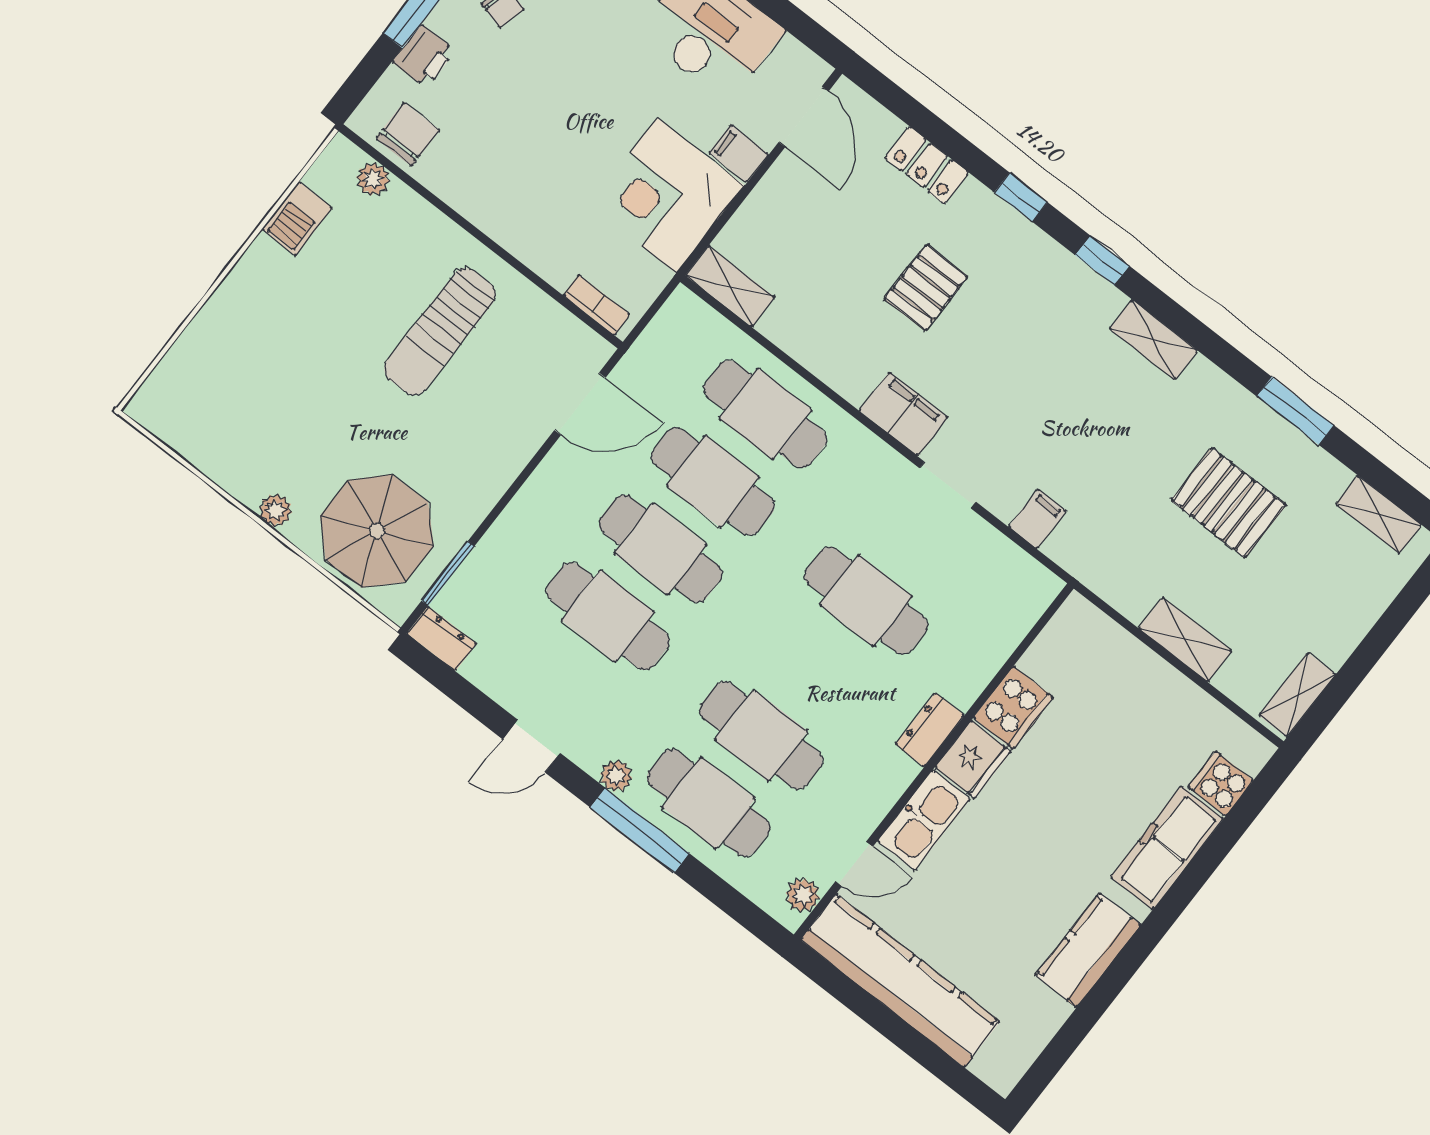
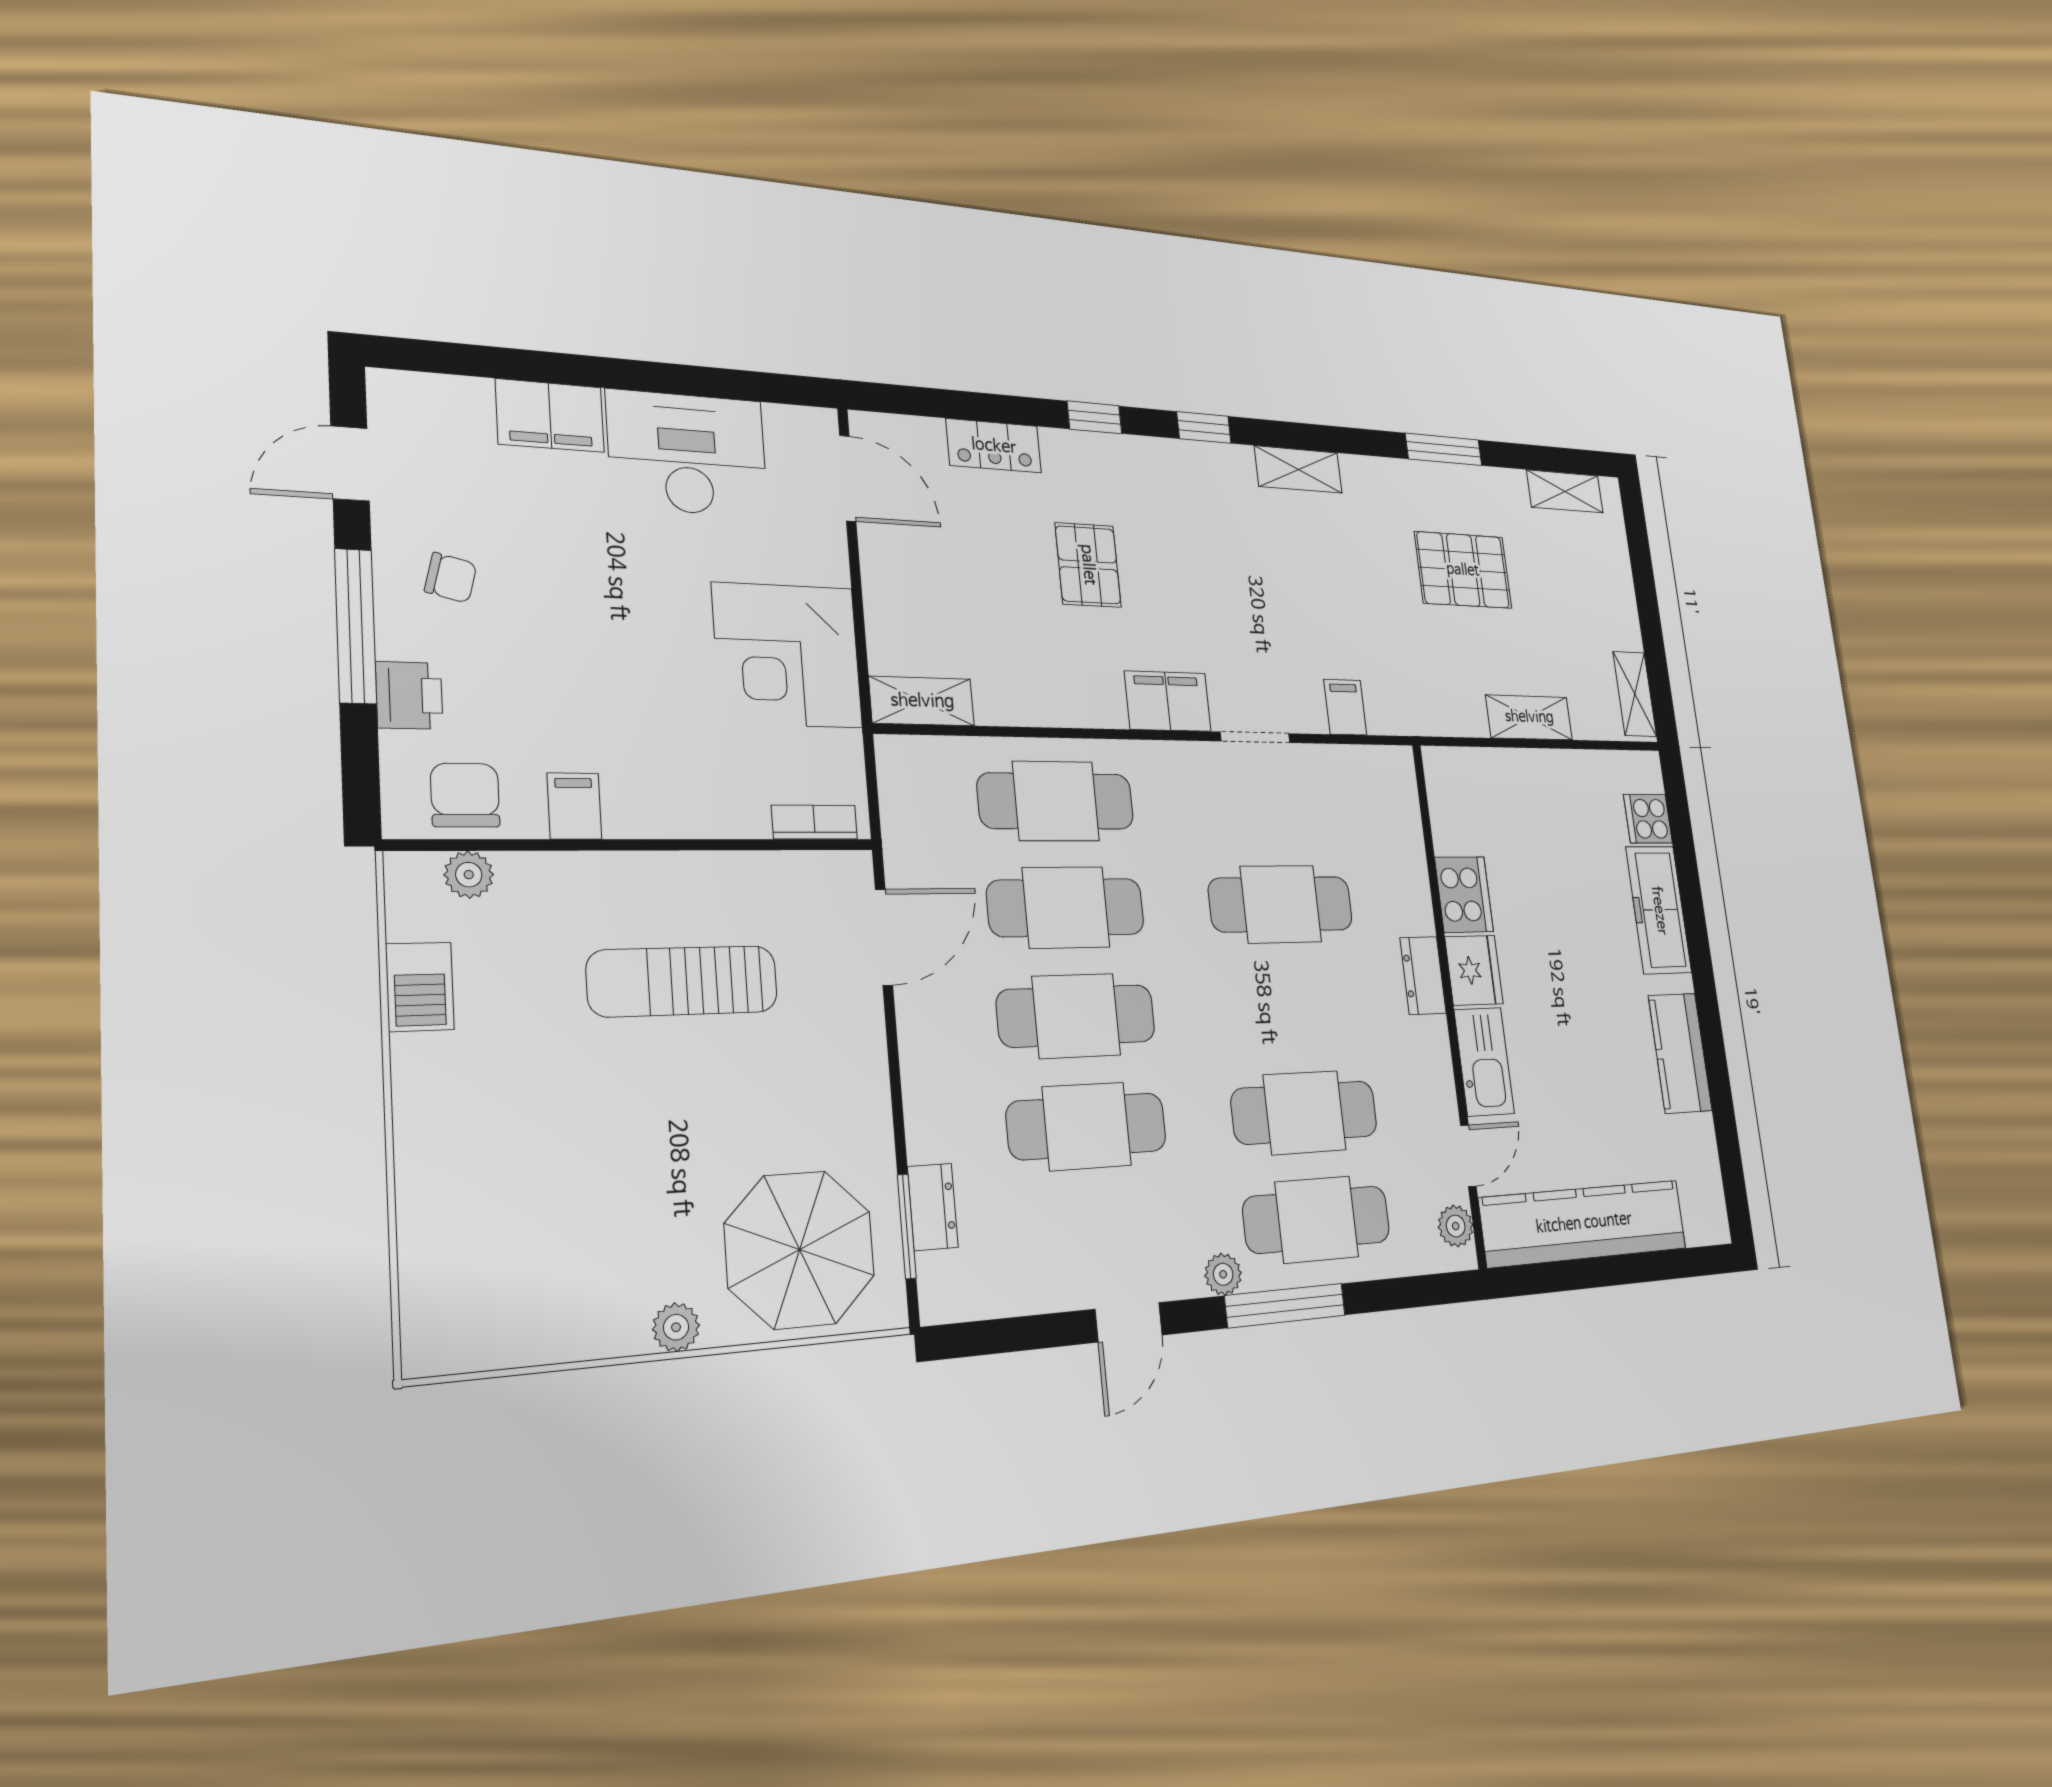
filing cabinet: (739, 154) -> (574, 806), moved, turned 90
sun lounger: (440, 331) -> (683, 981), turned 90
dresser: (442, 639) -> (933, 1207), moved, turned 90

